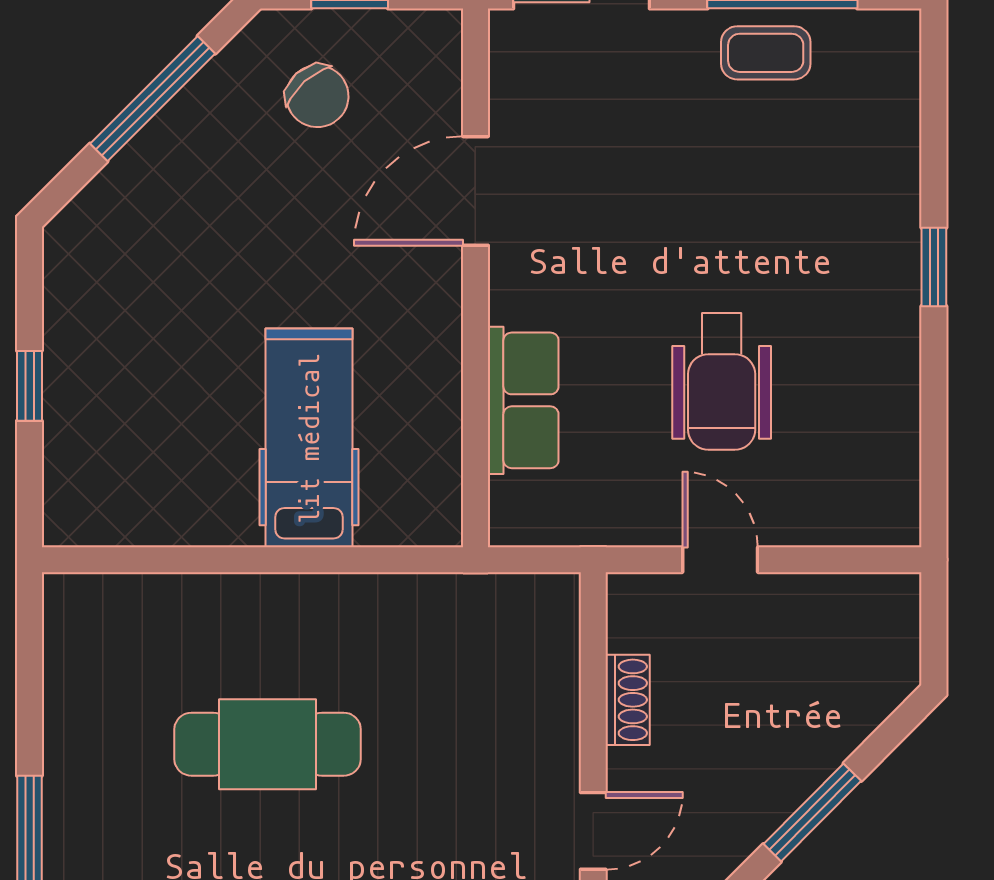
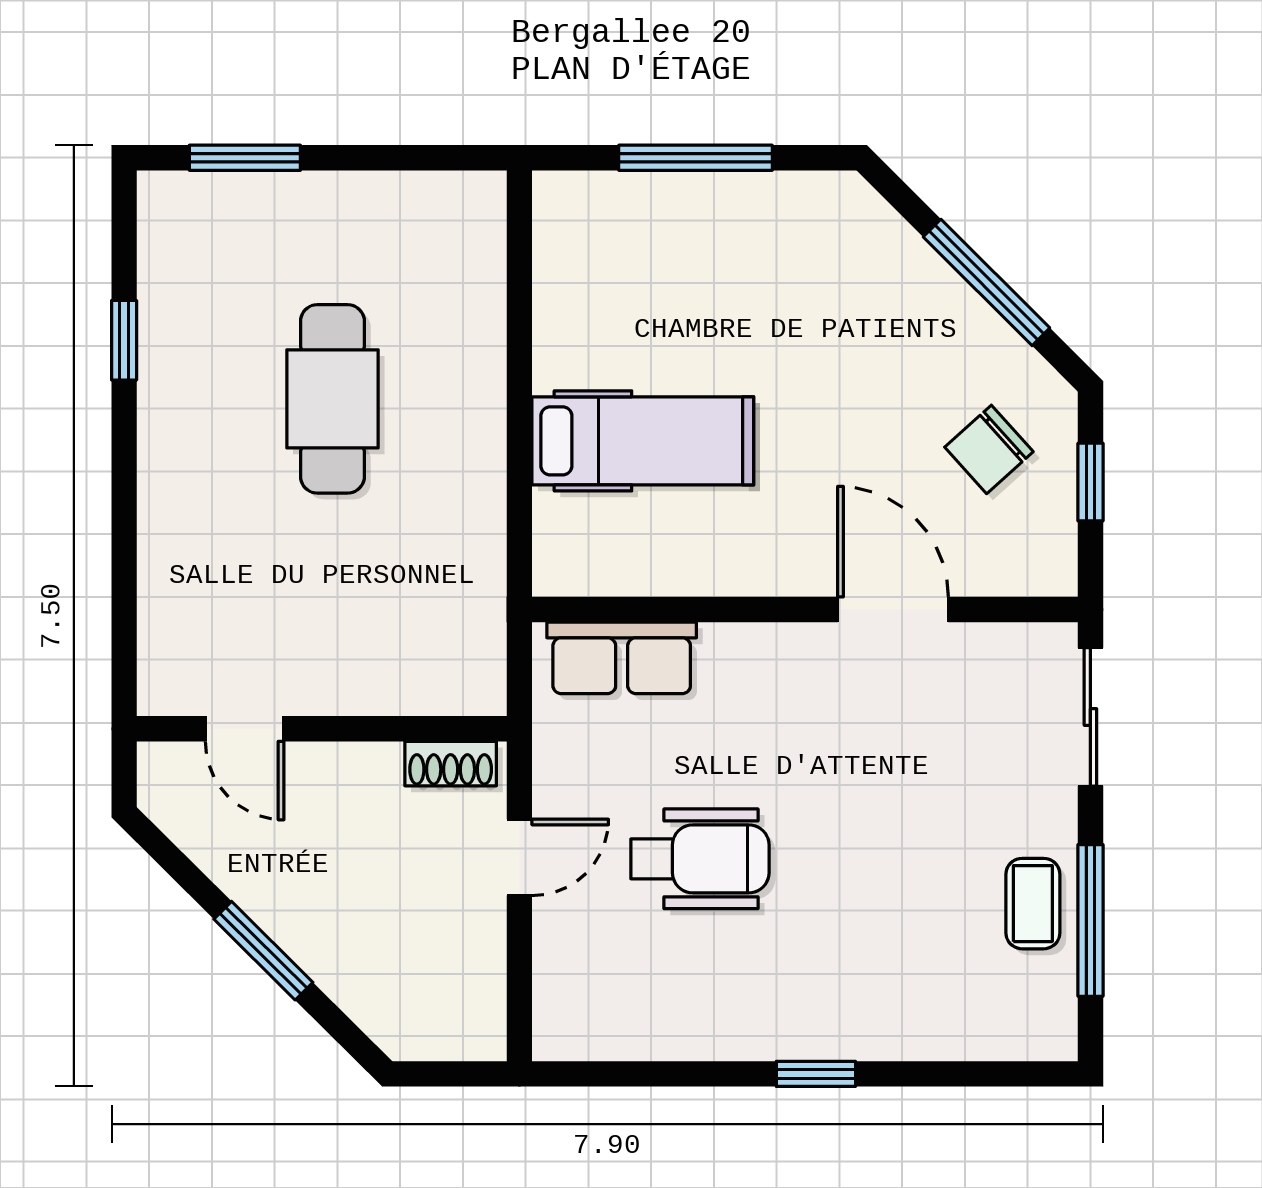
wheelchair: (722, 381) -> (700, 859), turned 180
window: (29, 386) -> (696, 158), width x2.17
row of seats: (523, 400) -> (622, 658), moved
shoe rack: (628, 700) -> (451, 764), moved

